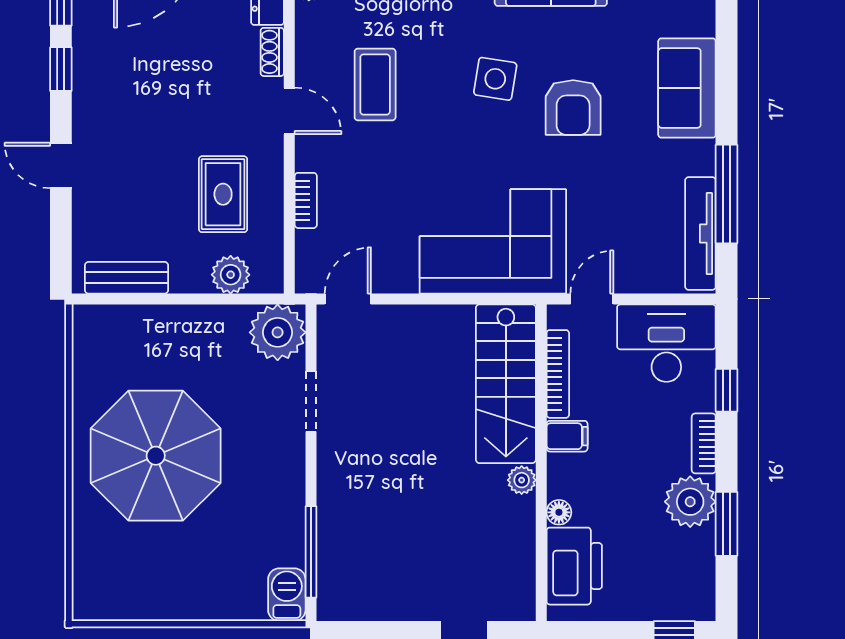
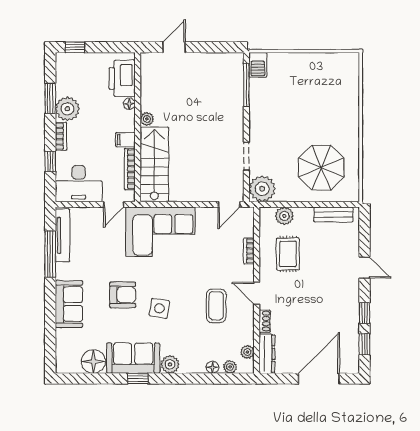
armchair: (573, 107) -> (123, 295), turned 90
parasol: (156, 456) -> (321, 168), moved, width x0.73, depth x0.73

